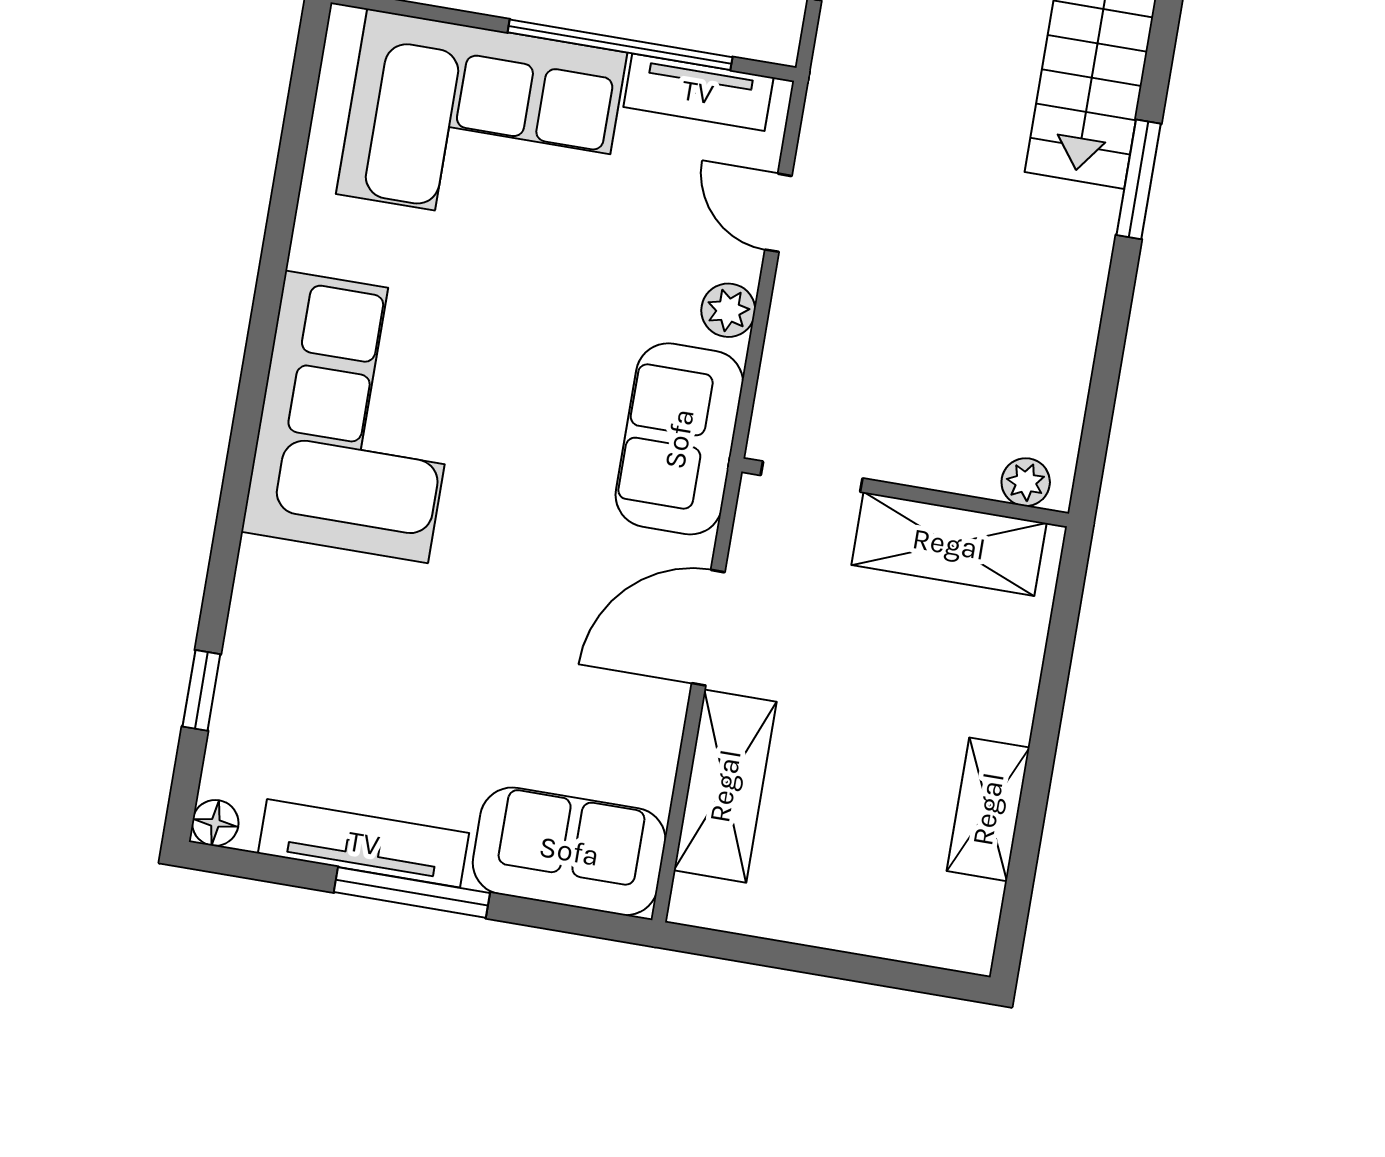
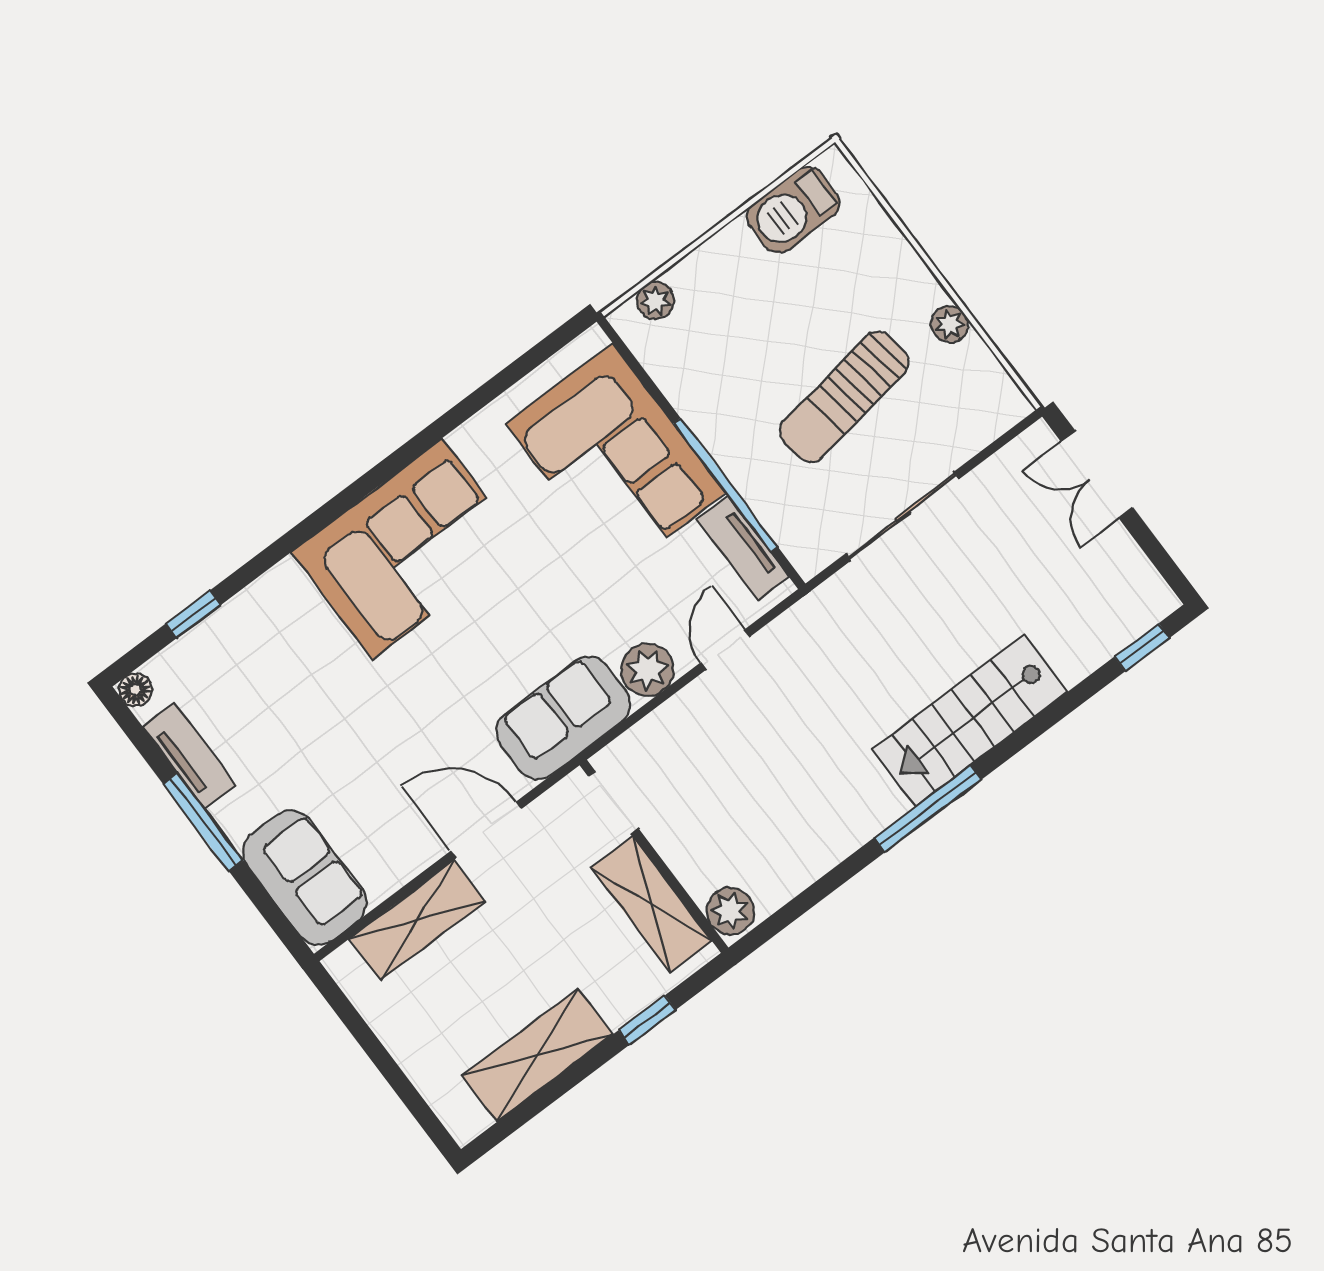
window: (1139, 179) -> (928, 809), width x1.44
plant: (728, 310) -> (647, 670), width x1.38, depth x1.38
plant: (1026, 482) -> (730, 911), width x1.38, depth x1.38
window: (1056, 666) -> (647, 1020), added
shelving: (988, 809) -> (538, 1055), width x1.50, depth x1.33
tv unit: (364, 843) -> (189, 756), width x0.71

